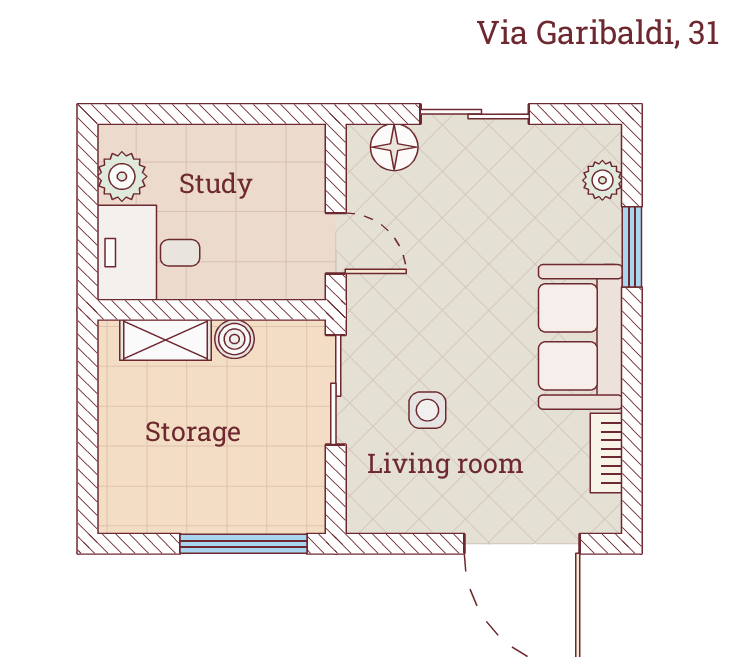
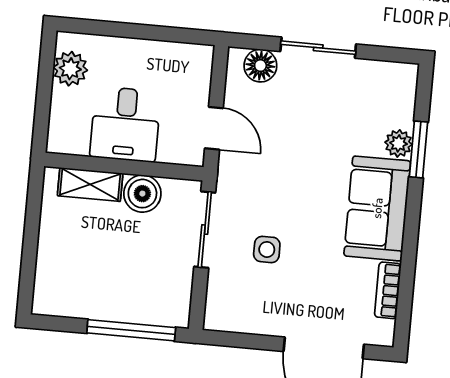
plant: (602, 180) -> (399, 143), moved
desk: (148, 253) -> (125, 124), moved, turned -90
boiler: (235, 339) -> (142, 194), width x1.36, depth x1.36

